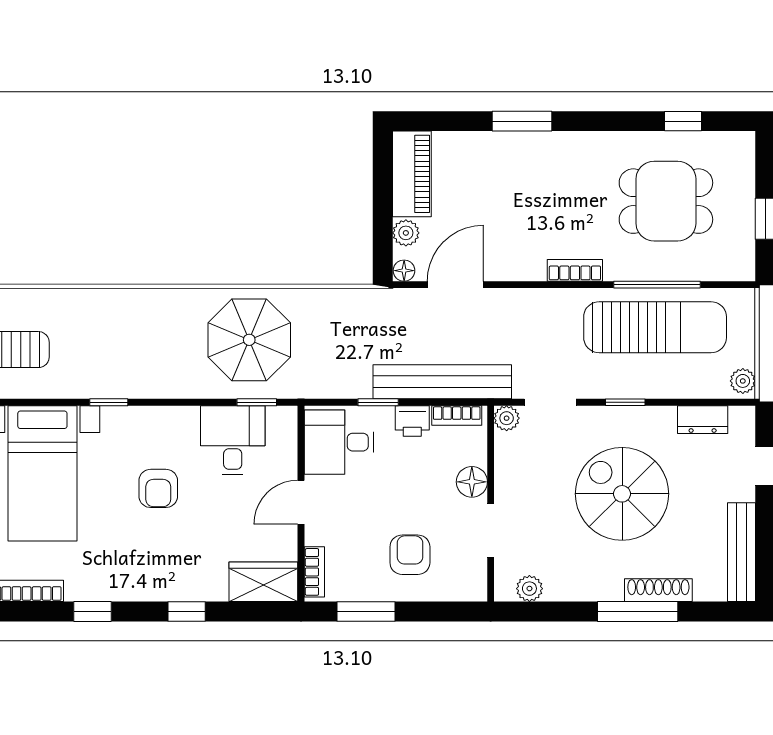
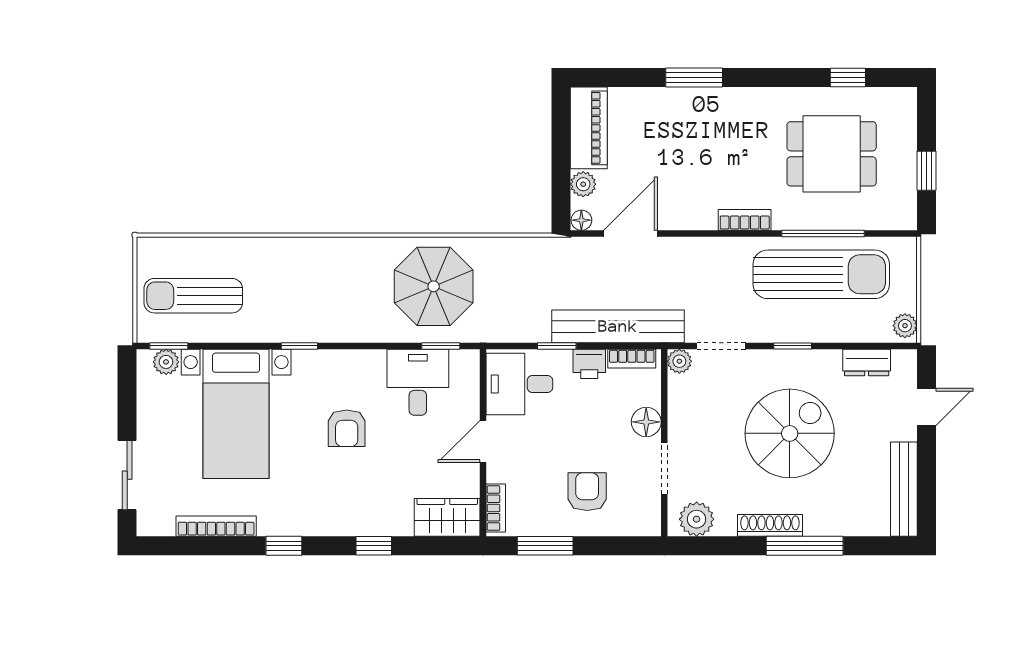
spiral stairs: (622, 494) -> (790, 433), turned 90
plant: (529, 589) -> (697, 519), width x1.38, depth x1.38
shoe rack: (658, 590) -> (770, 525), moved

